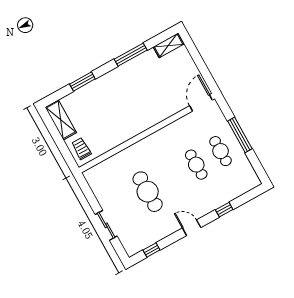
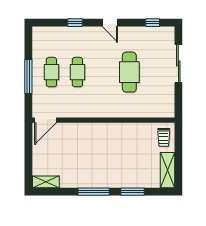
window: (131, 55) -> (94, 192), moved
sliding door: (106, 225) -> (178, 63), width x1.37

